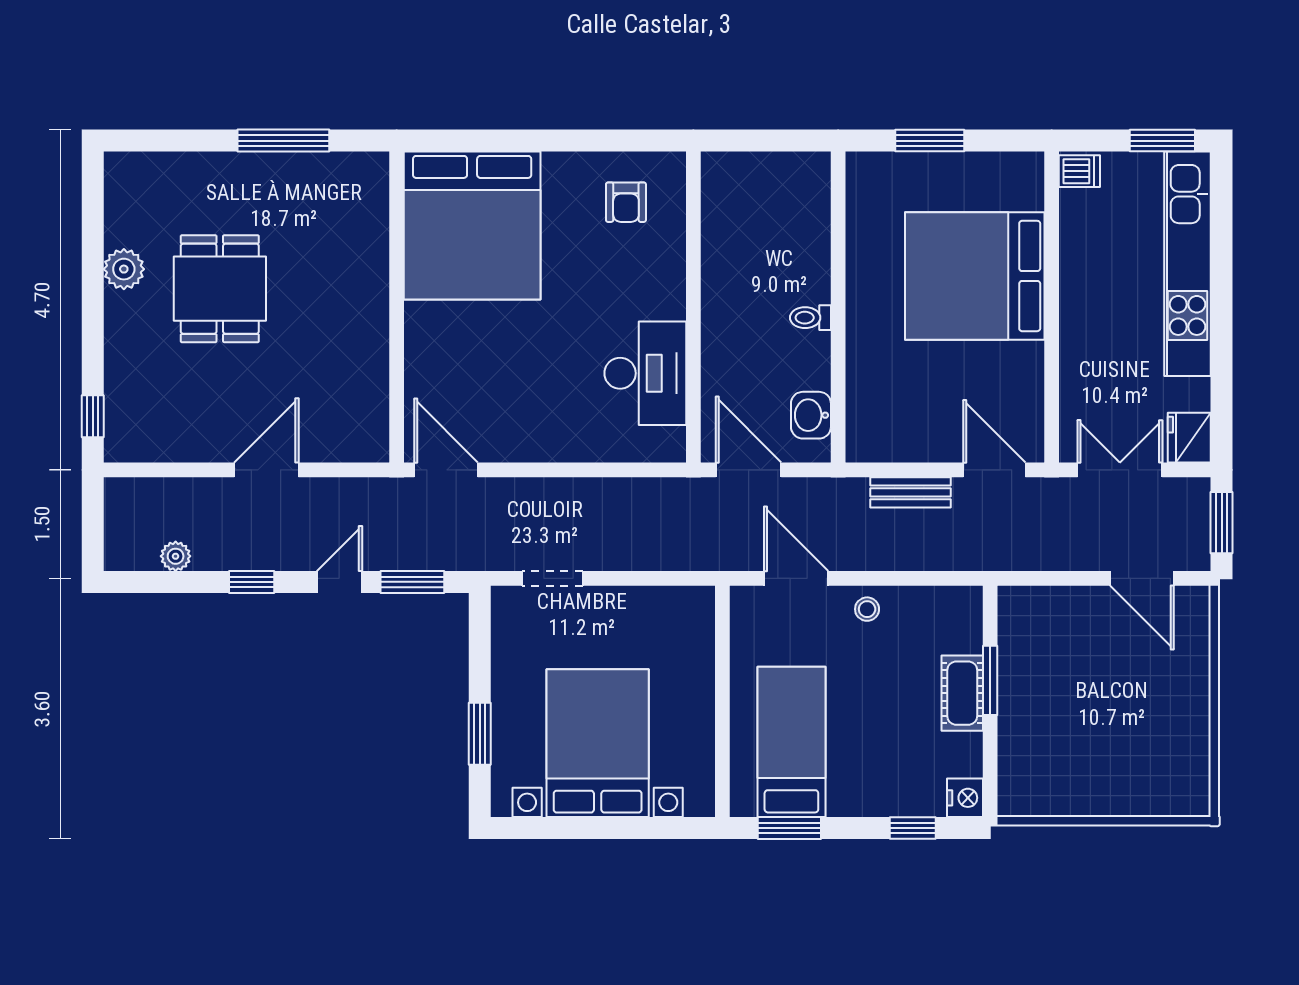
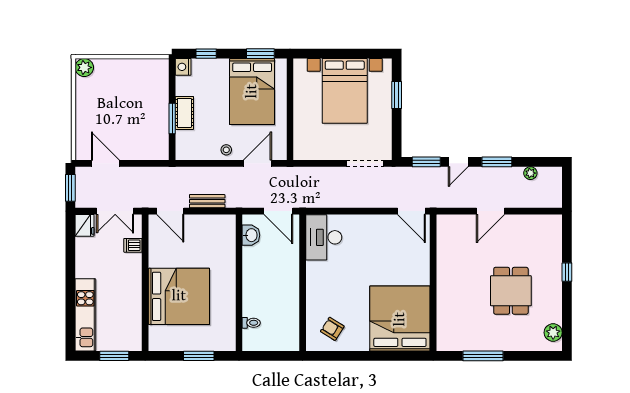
window: (1162, 141) -> (114, 356), moved
dishwasher: (1079, 171) -> (133, 245), moved
armchair: (626, 202) -> (332, 329), turned -58
kitchen unit: (1188, 264) -> (85, 315), width x0.73
plant: (124, 269) -> (553, 333), moved
toilet: (810, 318) -> (251, 323), moved
desk: (645, 373) -> (324, 237), moved
window: (93, 416) -> (567, 272), moved
doorway: (552, 578) -> (365, 163), width x1.38
door: (796, 578) -> (257, 163), swing flipped
window: (252, 582) -> (497, 162), width x1.50
bed: (791, 742) -> (252, 91), width x1.50
plant: (1190, 796) -> (84, 67), added

